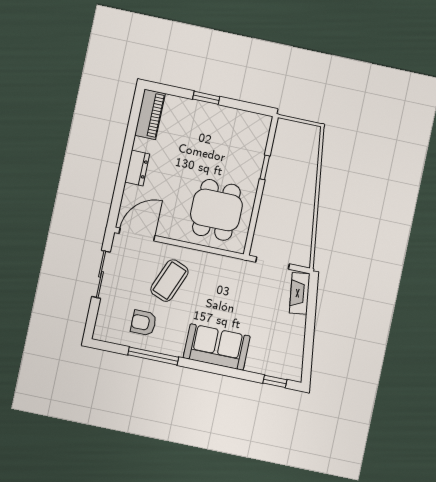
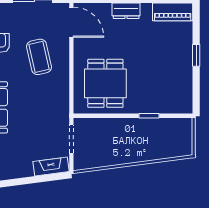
dining table: (216, 210) -> (105, 83), turned 90
coffee table: (169, 281) -> (39, 57), turned 55

